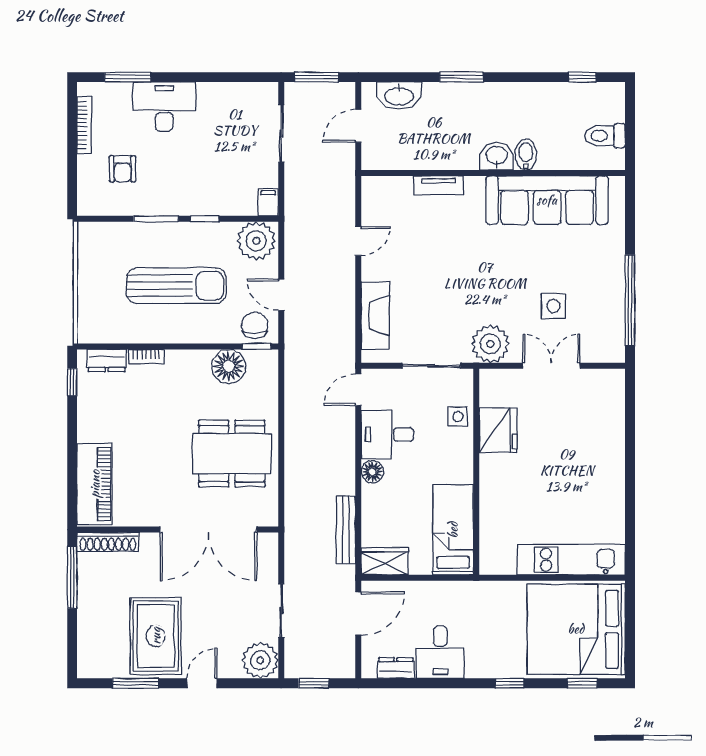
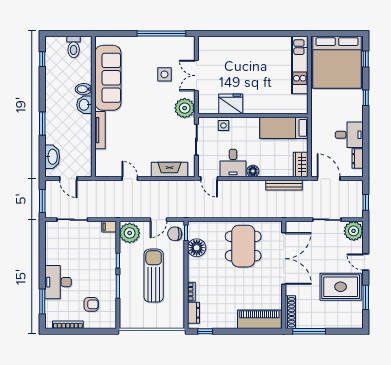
tv unit: (439, 185) -> (100, 130), width x1.41

